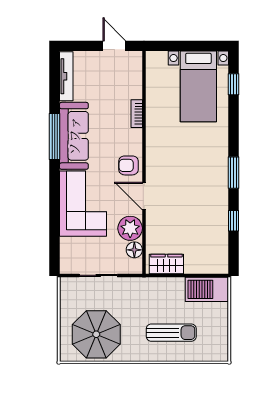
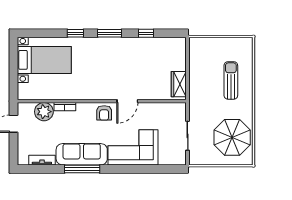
tv unit: (66, 76) -> (42, 160), width x0.71
window: (233, 84) -> (75, 33), moved
plant: (130, 228) -> (44, 112), moved
floor lamp: (134, 250) -> (168, 108), removed
barbecue: (207, 289) -> (198, 54), removed

